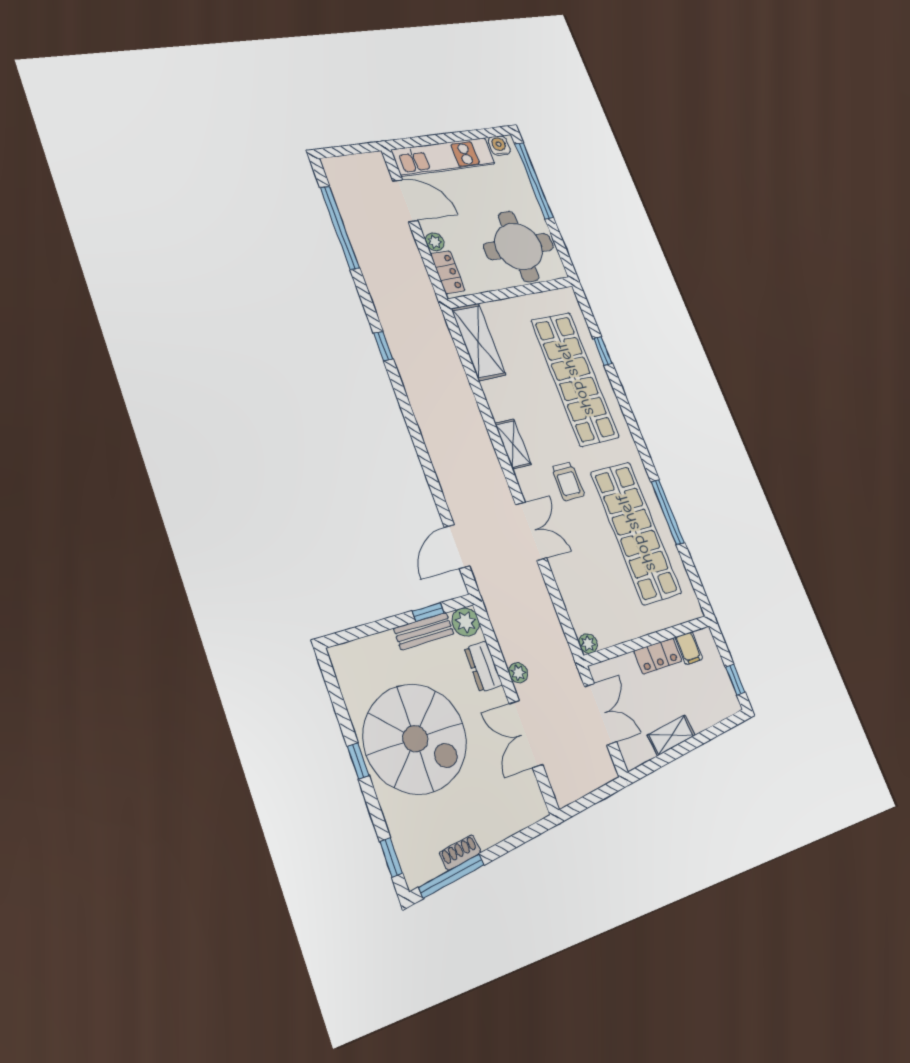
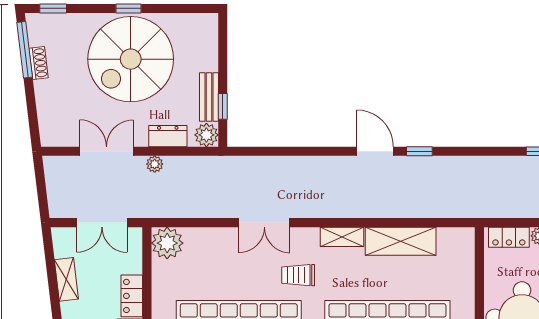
shelving: (478, 342) -> (401, 241), moved
window: (383, 346) -> (419, 151), moved
door: (457, 547) -> (375, 151), moved
plant: (588, 644) -> (167, 243), width x1.88, depth x1.88

